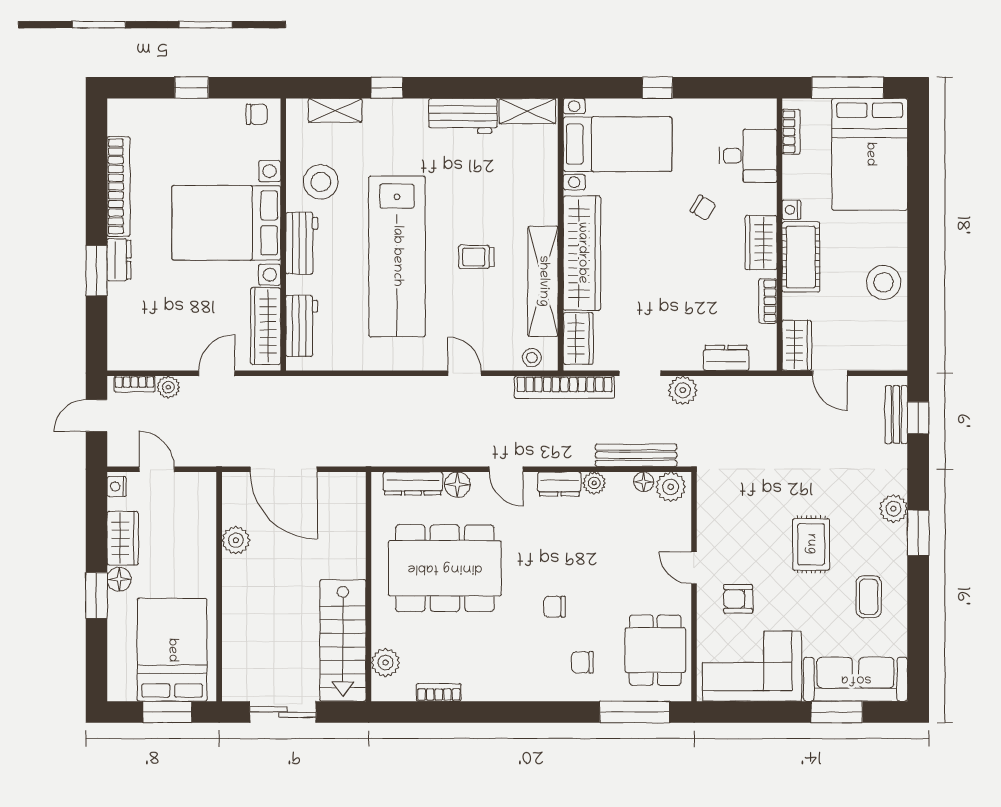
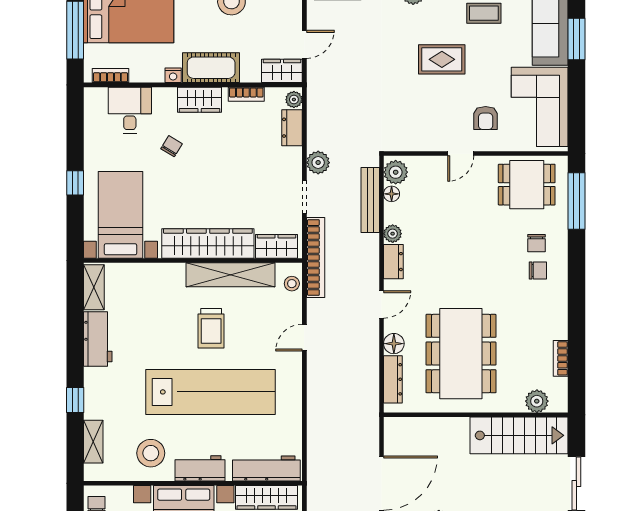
trolley: (476, 257) -> (211, 328), width x1.36, depth x1.39
workbench: (302, 326) -> (266, 468), width x1.38
plant: (761, 360) -> (294, 100), added
chair: (555, 607) -> (538, 270), moved, turned -90

